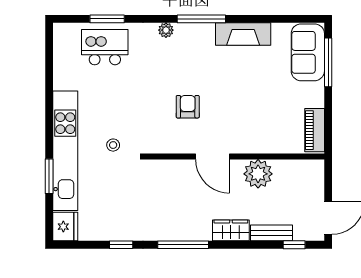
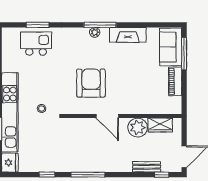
plant: (166, 30) -> (95, 32), moved
armchair: (188, 107) -> (91, 83), width x1.88, depth x1.88
piano: (315, 130) -> (175, 81), moved
wardrobe: (231, 230) -> (160, 125), moved, turned 180

